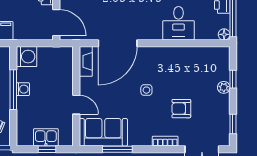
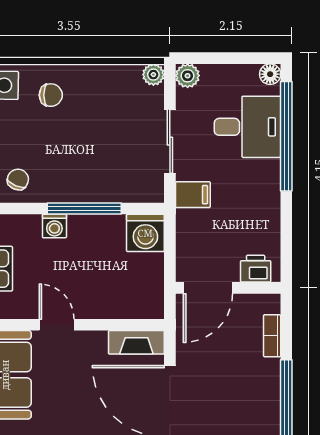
washing machine: (23, 89) -> (54, 226), moved
door: (76, 105) -> (57, 325), swing flipped

